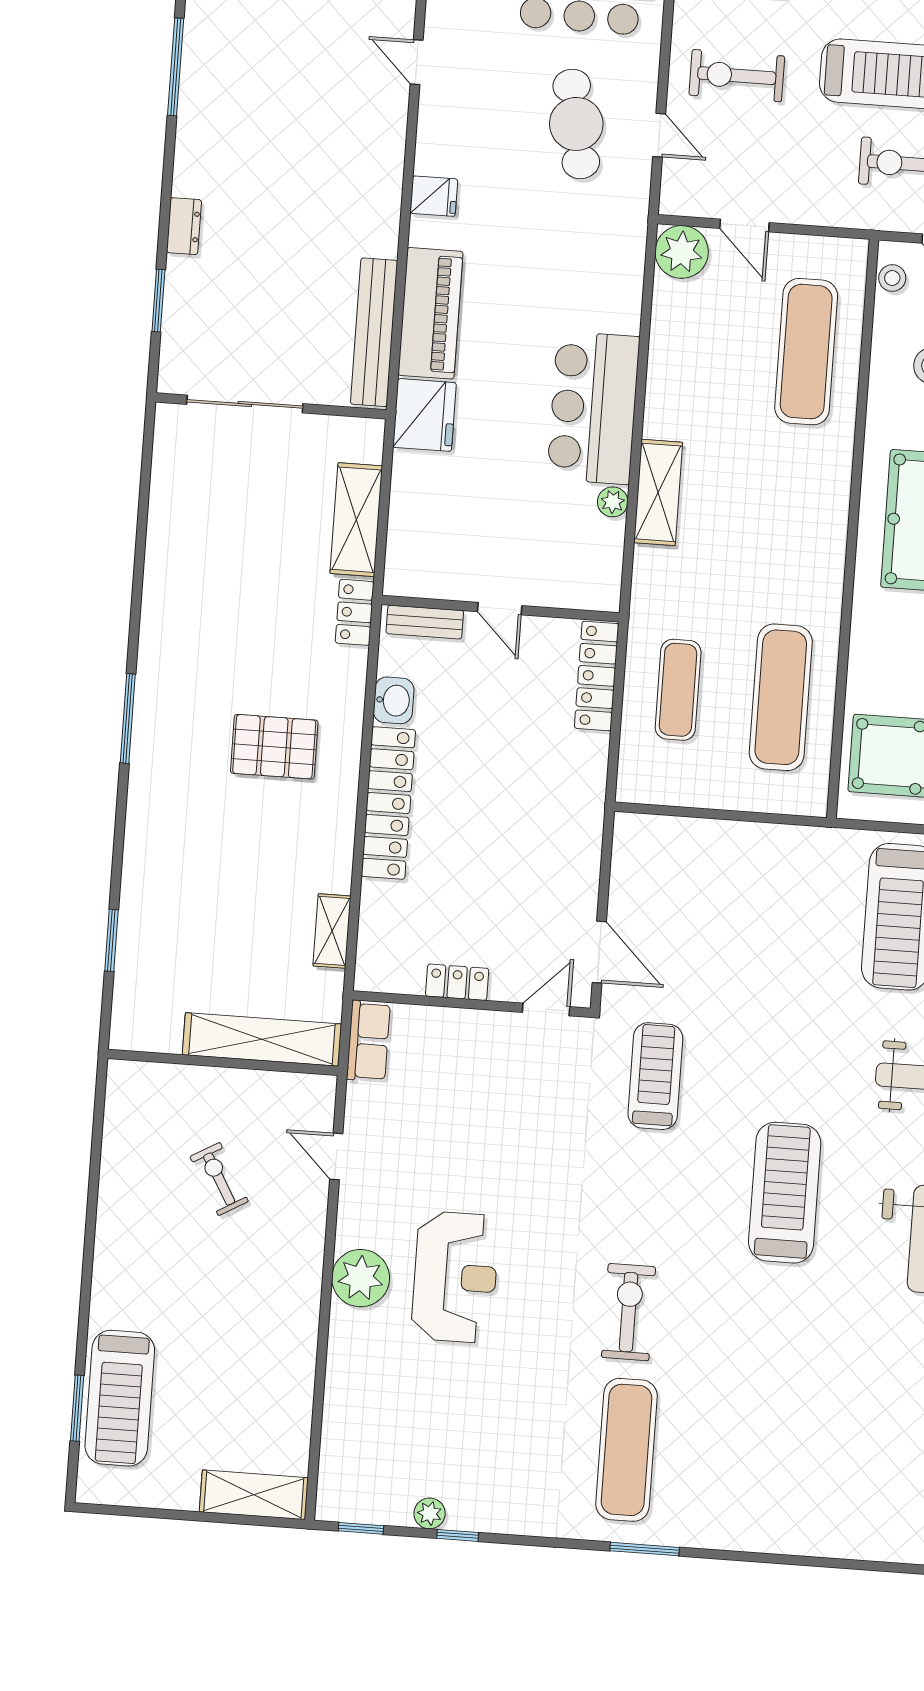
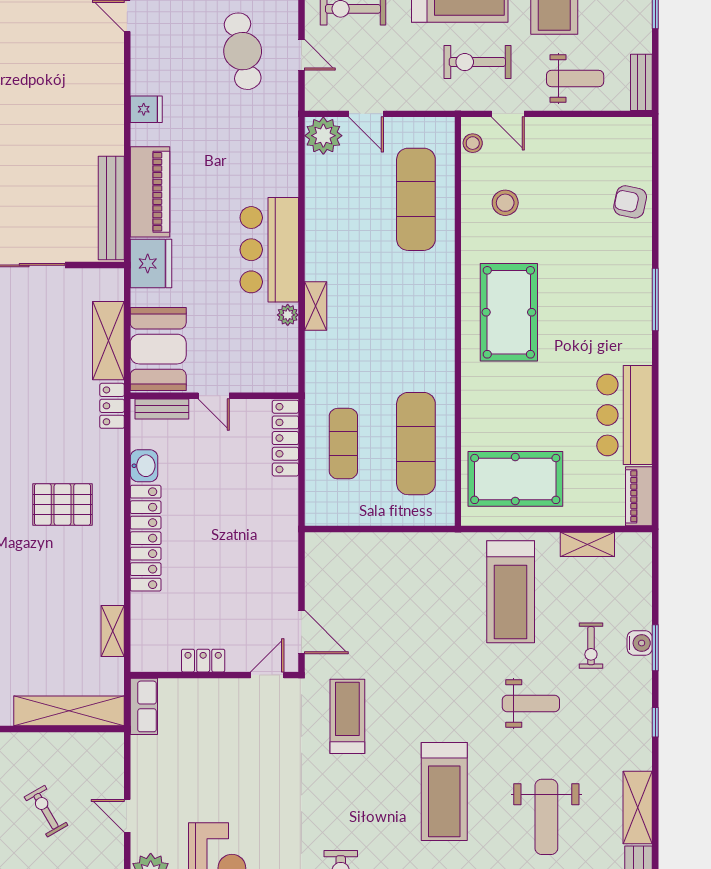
shelving: (658, 492) -> (316, 306), width x0.67, depth x0.75
booth: (426, 537) -> (158, 349), added
door: (336, 1156) -> (127, 816), moved
treadmill: (785, 1193) -> (444, 792), turned 180

